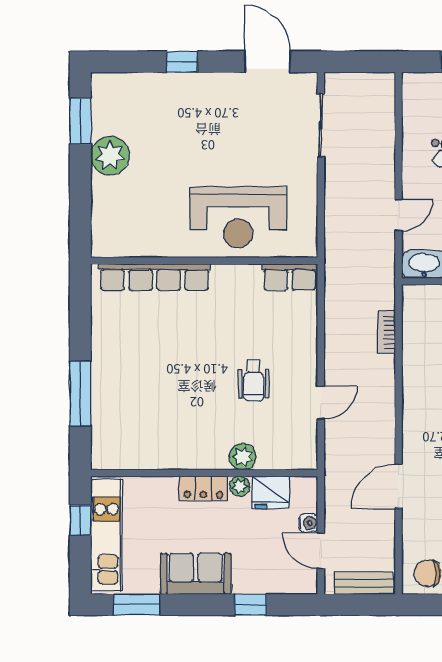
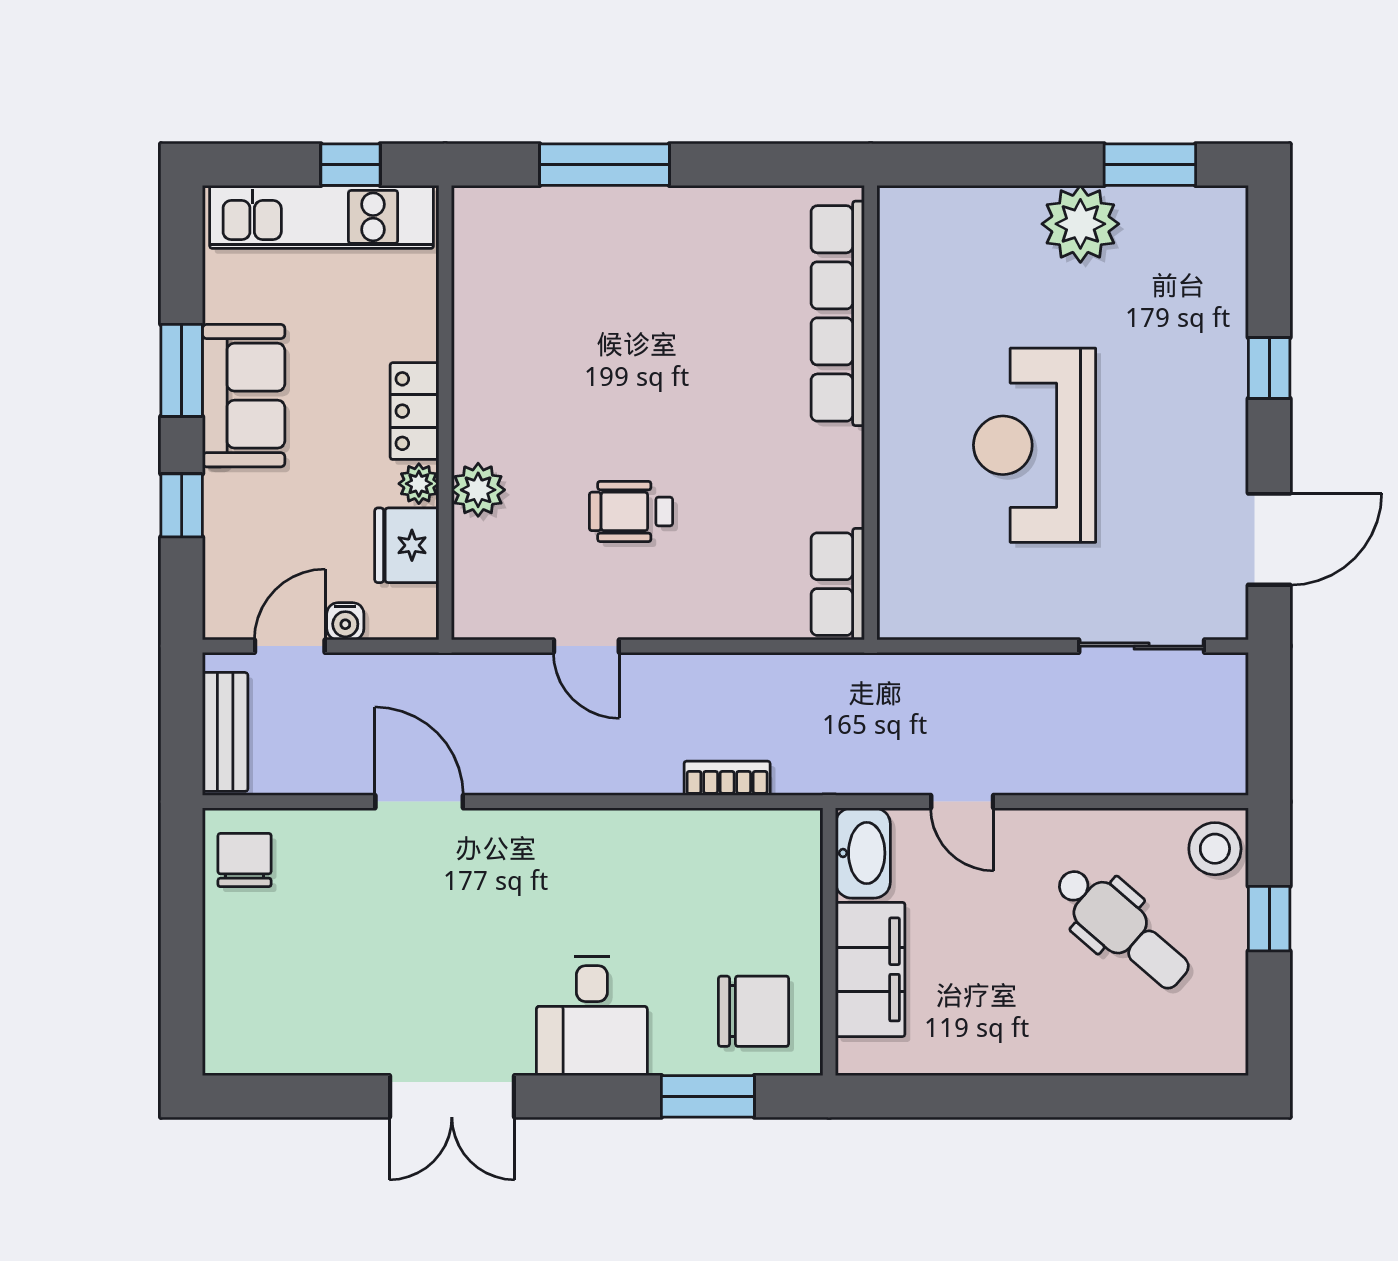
stool: (422, 89) -> (1215, 849), added
reception desk: (238, 217) -> (1035, 445), moved
window: (137, 605) -> (182, 370), moved

